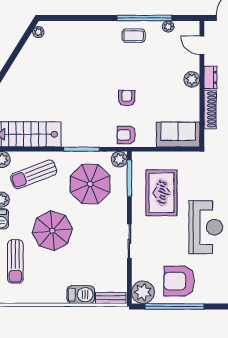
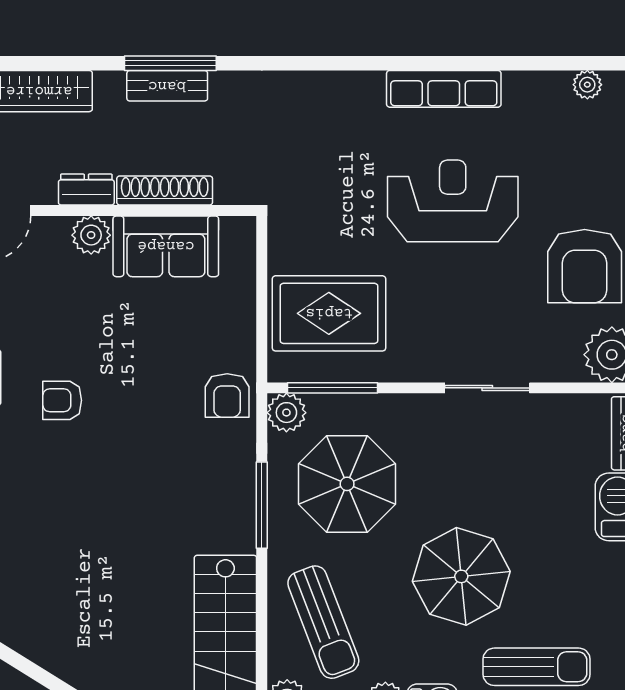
armchair: (127, 98) -> (62, 400), moved
sofa: (178, 135) -> (166, 246), moved, turned -90
rug: (161, 193) -> (329, 313), moved

